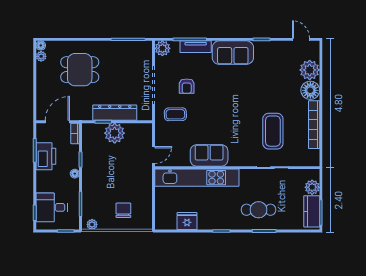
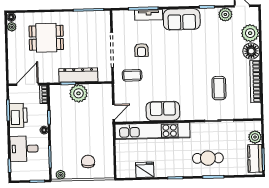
plant: (162, 48) -> (225, 14), moved
coffee table: (273, 131) -> (219, 88), width x0.73, depth x0.76
desk: (52, 207) -> (24, 149), moved

